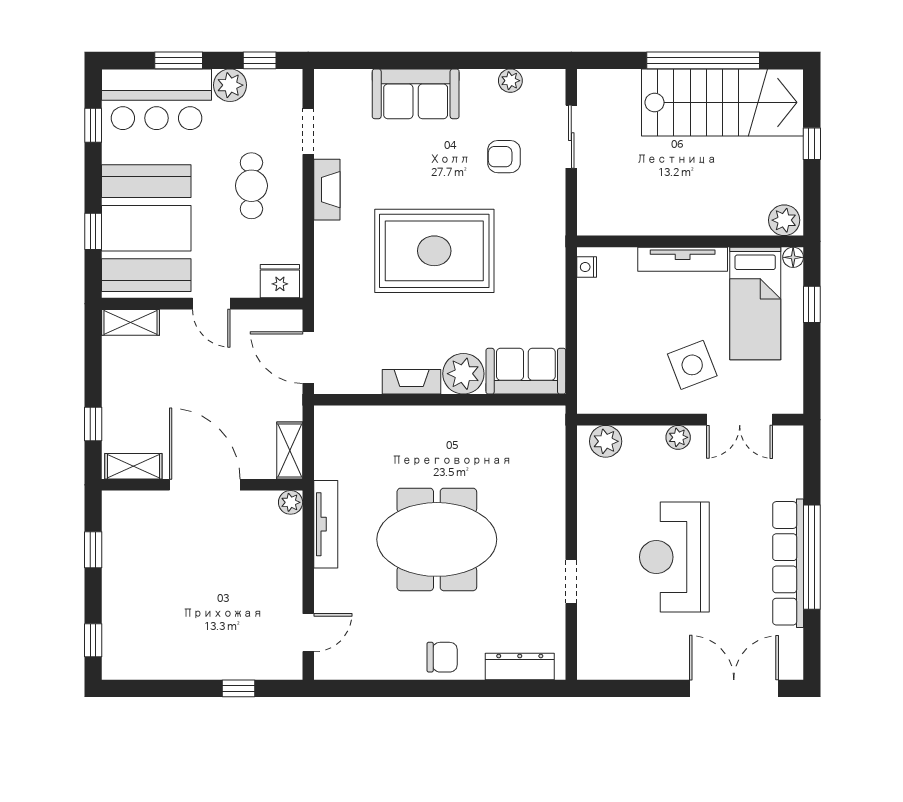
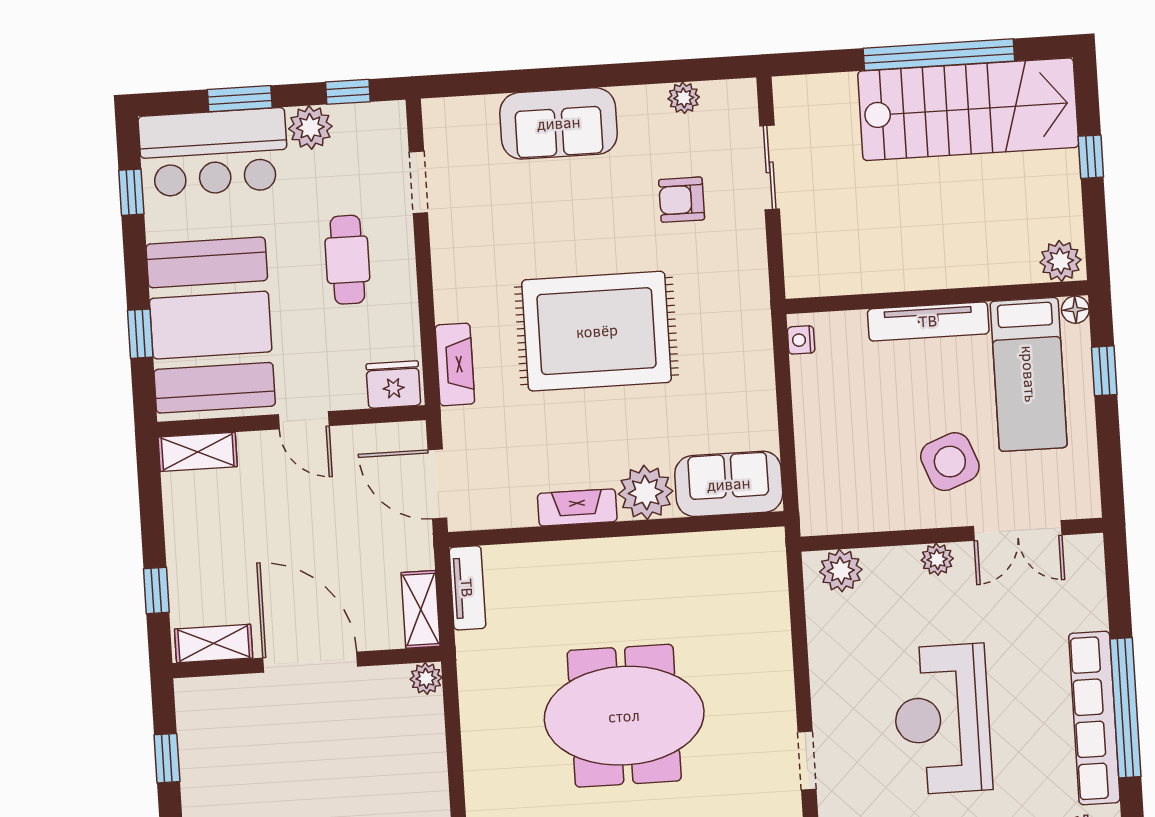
fireplace: (327, 190) -> (455, 364), moved
tv unit: (326, 524) -> (467, 588), moved, width x0.71

